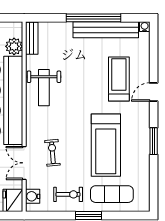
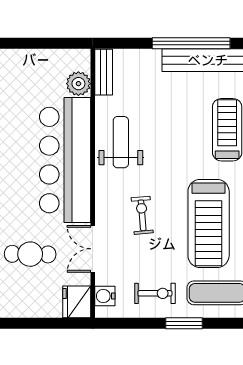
weight bench: (44, 88) -> (121, 142), turned 180
exercise bike: (52, 153) -> (142, 215), moved

